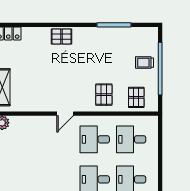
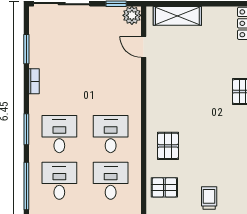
pallet: (104, 95) -> (168, 146), turned 90
door: (65, 114) -> (144, 47), moved

